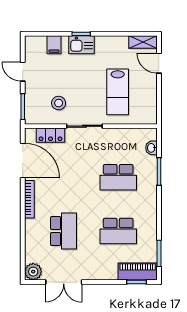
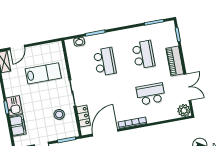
filing cabinet: (54, 45) -> (18, 125), width x2.00
piano: (138, 272) -> (175, 61), moved

